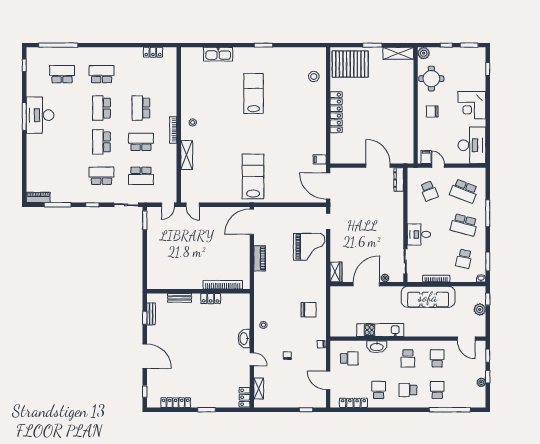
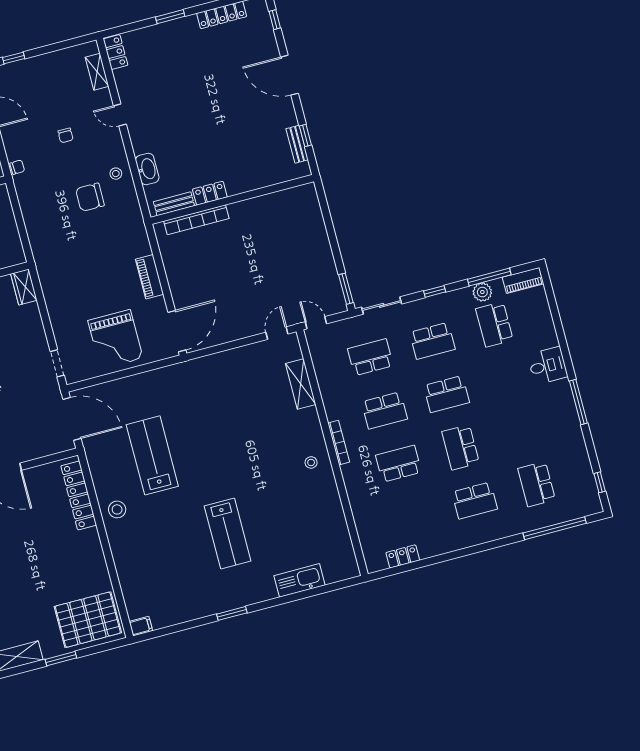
school desk: (62, 74) -> (537, 484), turned 90
stool: (314, 77) -> (117, 509), moved
school desk: (101, 108) -> (461, 447), turned 180
school desk: (141, 108) -> (399, 464), turned -90
locker: (336, 112) -> (79, 495), moved
desk: (40, 115) -> (548, 366), moved, width x0.53, depth x0.77
school desk: (101, 142) -> (446, 394), turned 90
shelving: (187, 155) -> (301, 384), moved
filing cabinet: (320, 159) -> (141, 626), moved
school desk: (62, 176) -> (494, 324), added
lab bench: (253, 176) -> (152, 455), moved, turned 180
plant: (64, 197) -> (482, 292), added
door: (168, 205) -> (316, 323), hinge flipped
door: (193, 205) -> (277, 333), hinge flipped
grand piano: (309, 247) -> (115, 339), moved, turned -90
bench: (180, 298) -> (174, 204), moved
chair: (309, 310) -> (90, 197), moved
washbasin: (244, 339) -> (147, 169), moved

